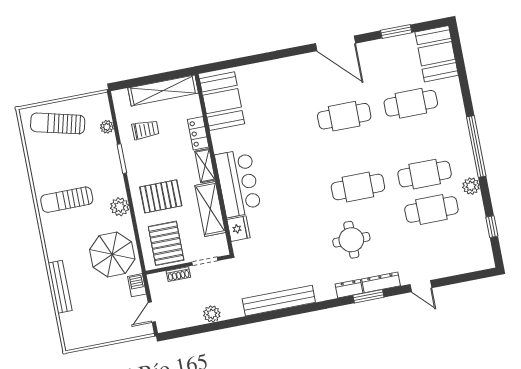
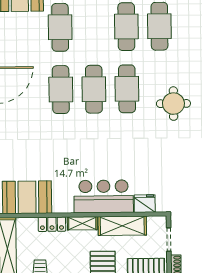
cafe table: (351, 152) -> (94, 89), added

